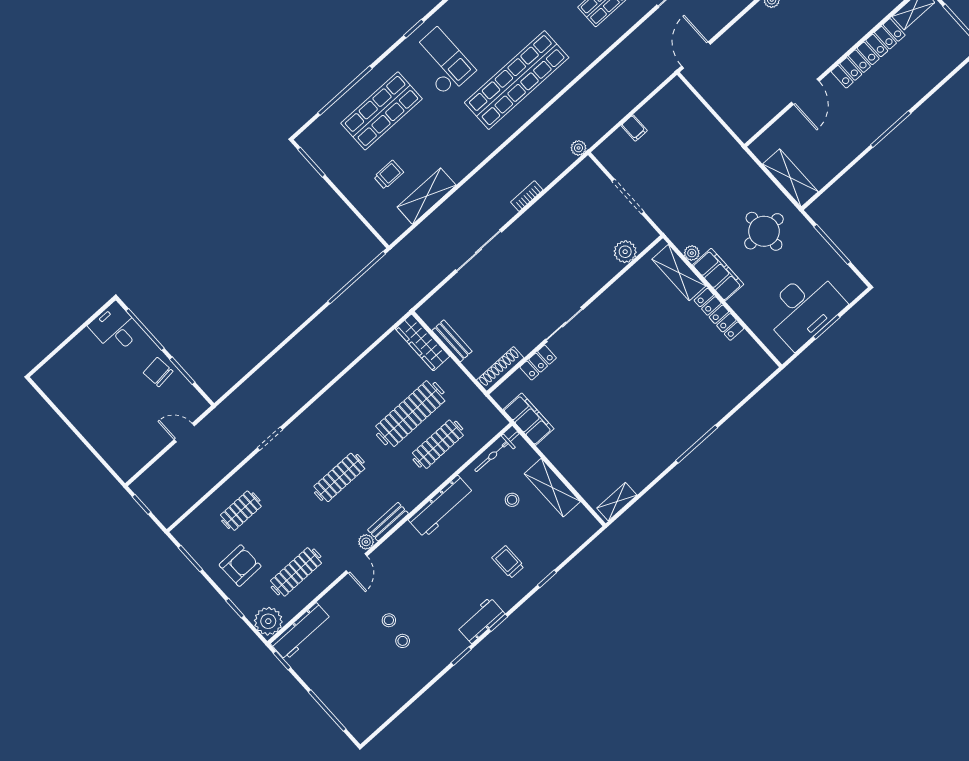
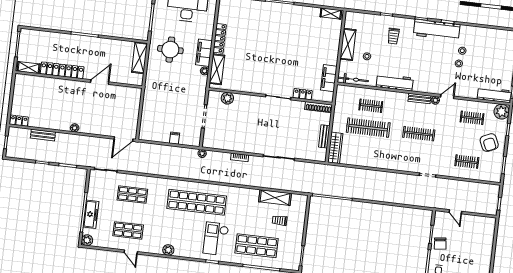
clothes rail: (438, 444) -> (371, 106), width x0.73
armchair: (240, 566) -> (489, 143), turned -113
clothes rail: (296, 572) -> (472, 118), width x0.73
workbench: (481, 620) -> (437, 30), width x1.88, depth x1.32

